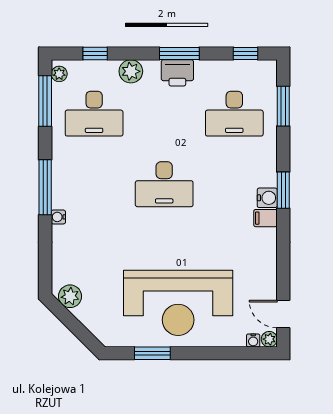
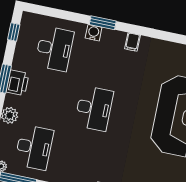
window: (283, 106) -> (56, 13), removed
window: (283, 190) -> (103, 23), moved
water cooler: (267, 198) -> (94, 33), moved

